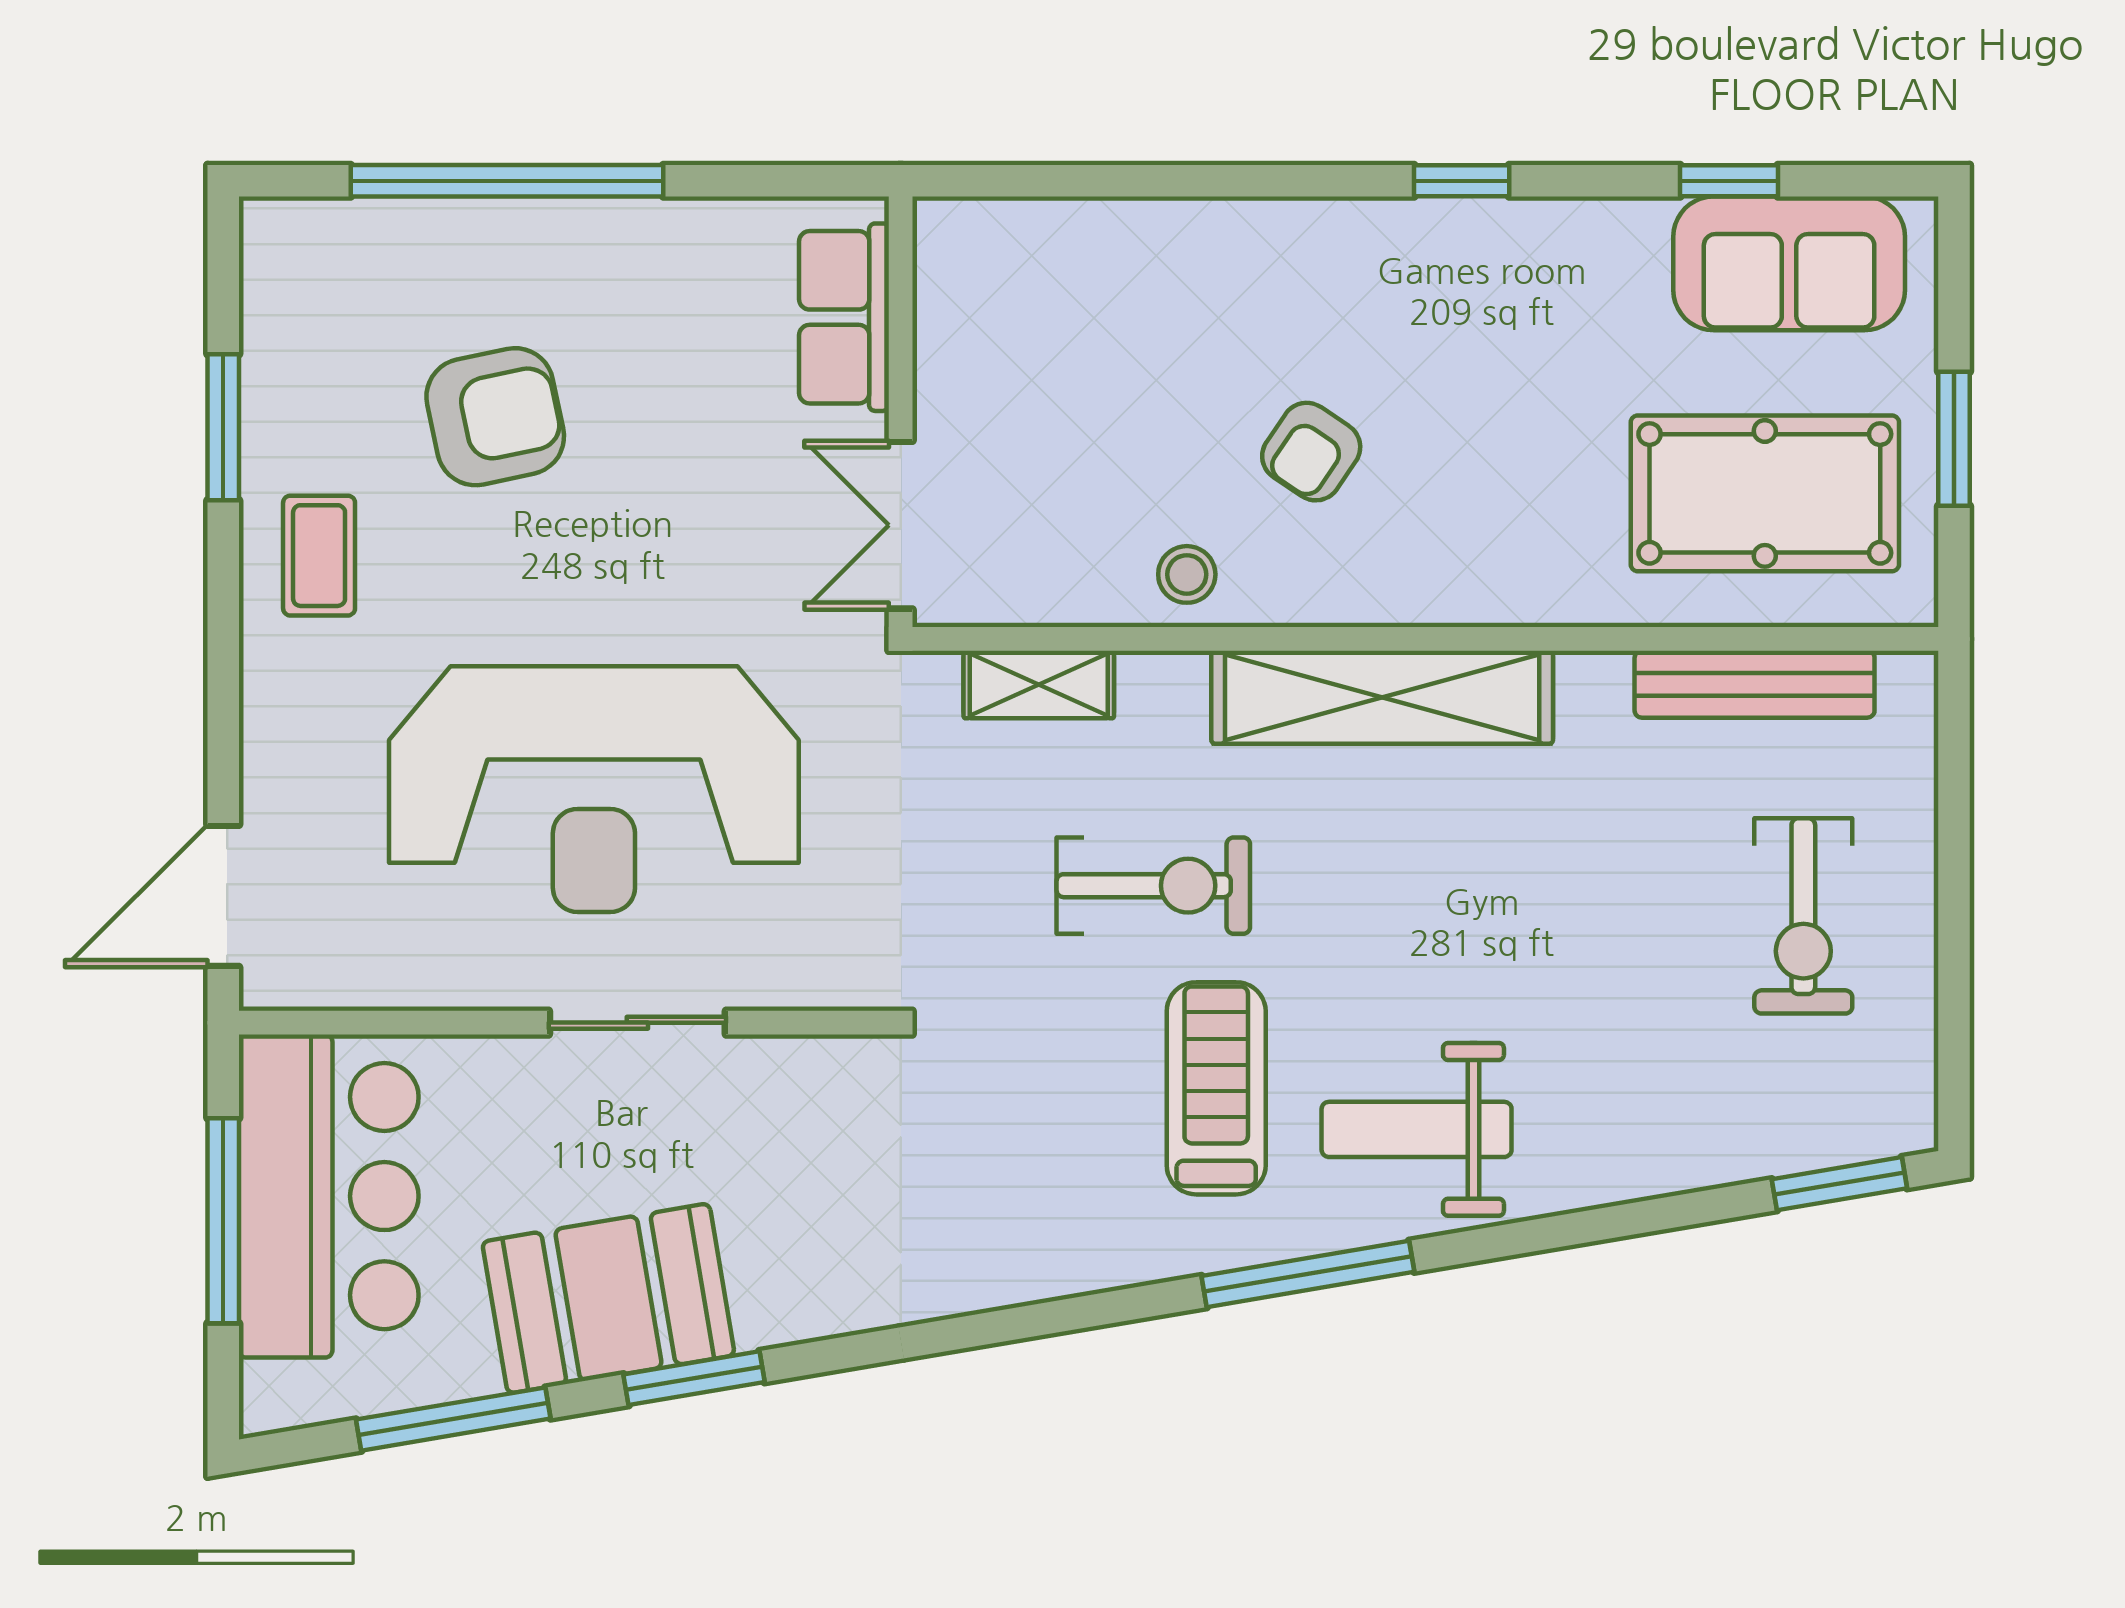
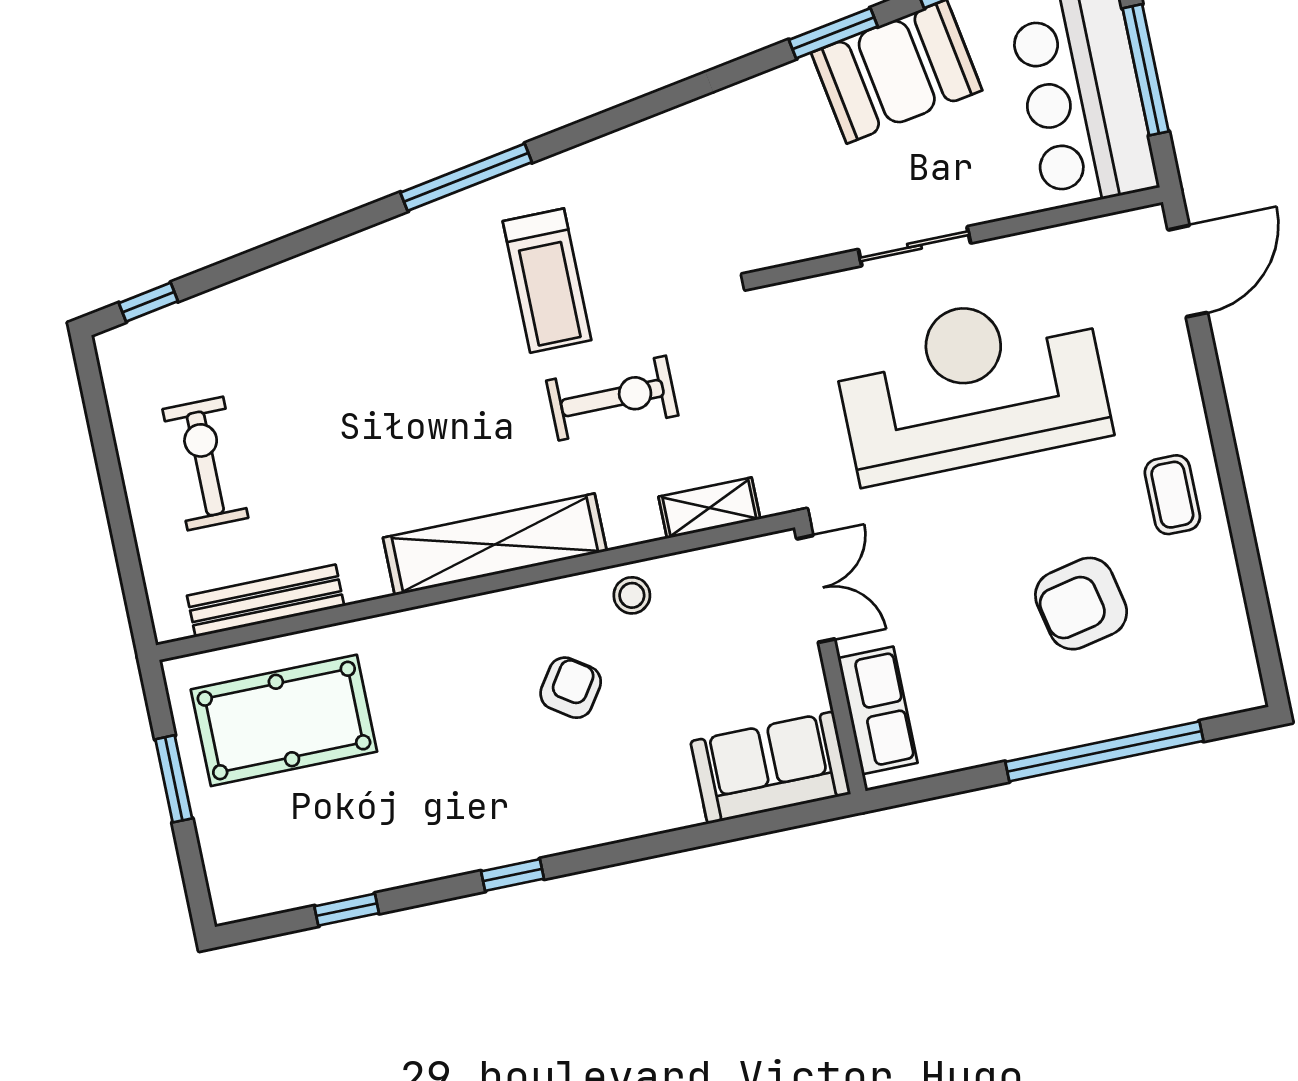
sofa: (1789, 263) -> (771, 768), moved
window: (223, 427) -> (1248, 562), removed
exercise bike: (1153, 886) -> (612, 398), turned 180
weight bench: (1417, 1129) -> (418, 281), removed
window: (1839, 1184) -> (148, 302), width x0.67

